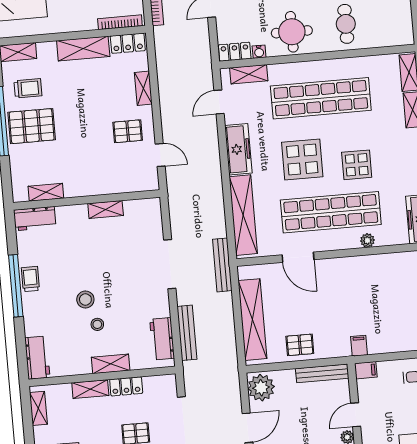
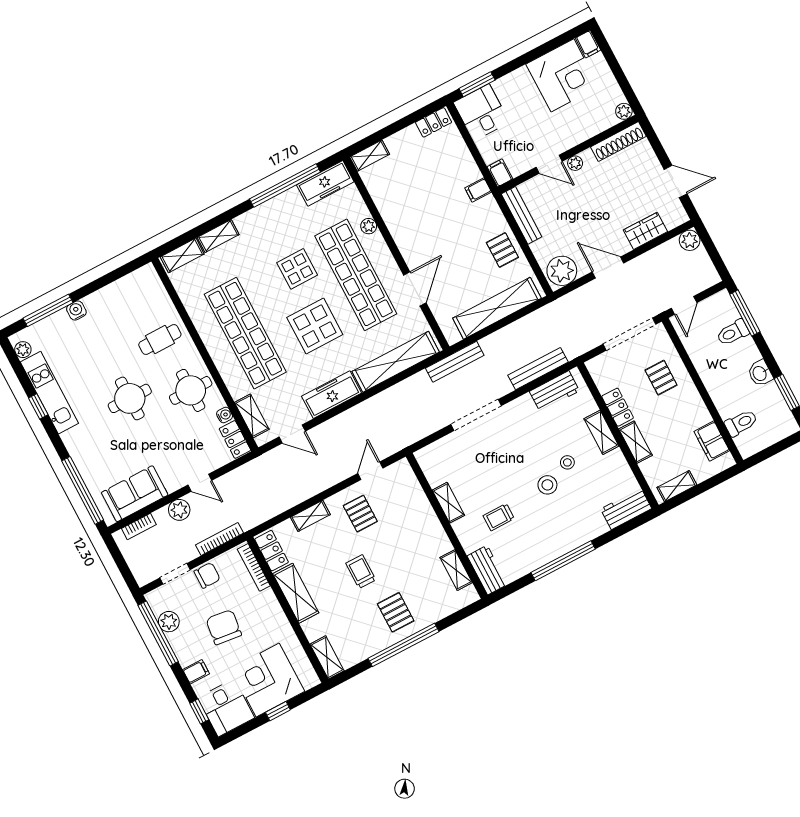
trolley: (28, 88) -> (361, 572), moved
pallet: (32, 126) -> (396, 612), width x0.67, depth x0.71
trolley: (30, 279) -> (499, 517), moved

